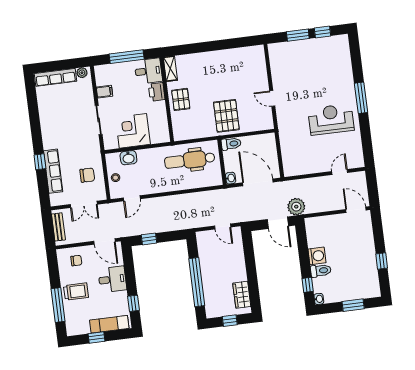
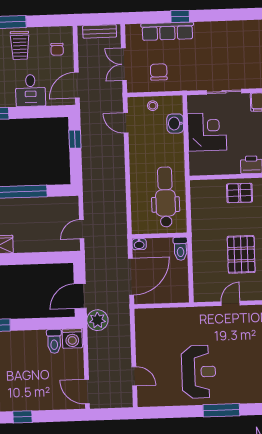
pallet: (226, 116) -> (241, 254), moved, turned 90
chair: (87, 175) -> (159, 72), turned 180
door: (356, 210) -> (87, 392), swing flipped
washing machine: (317, 256) -> (72, 338), moved
toilet: (321, 271) -> (54, 341), moved

